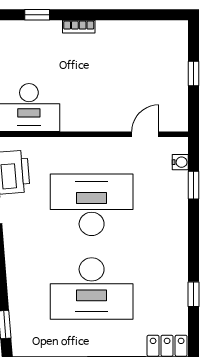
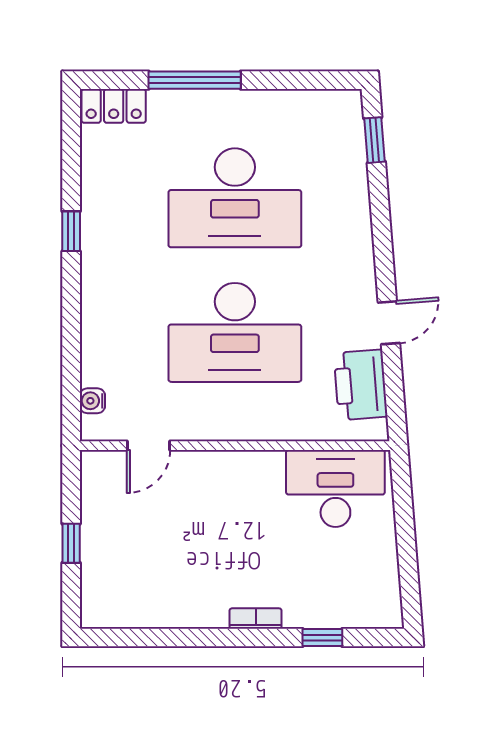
window: (193, 185) -> (71, 364), removed
desk: (92, 289) -> (235, 198), turned 180
window: (193, 294) -> (71, 231), moved

